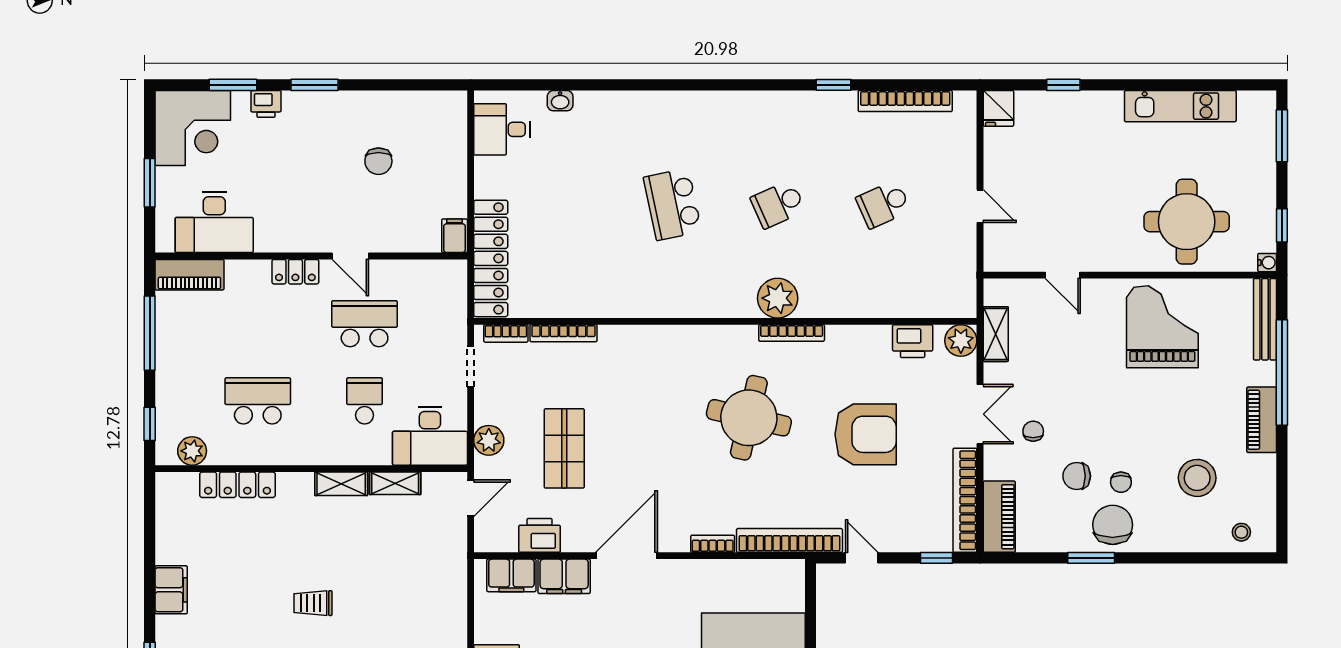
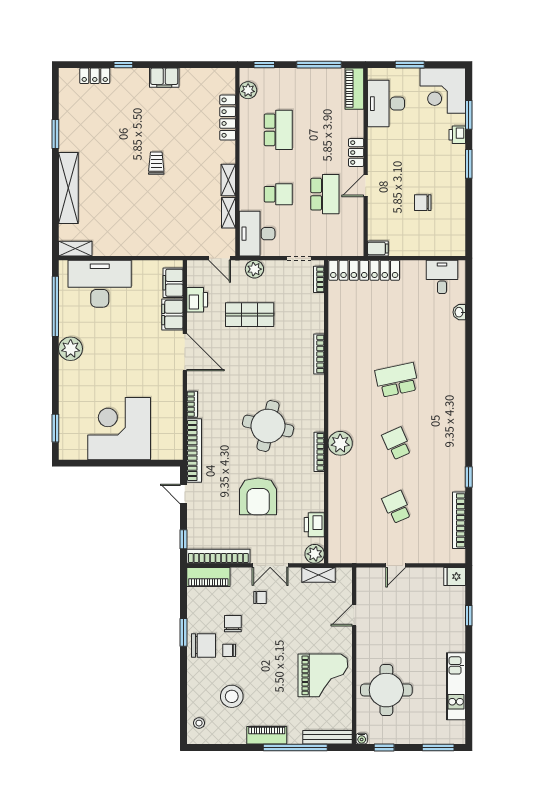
bookcase: (563, 333) -> (319, 354), moved
door: (862, 558) -> (184, 494), swing flipped

